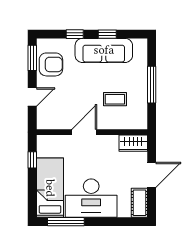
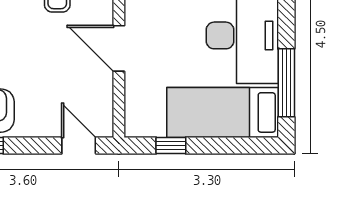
door: (32, 97) -> (79, 146), moved

